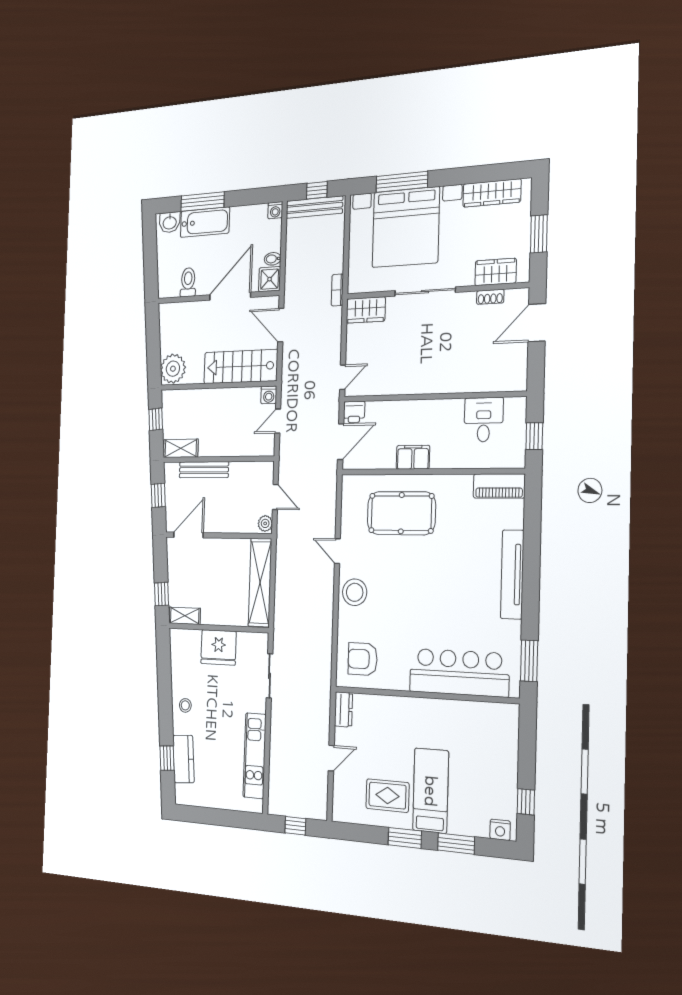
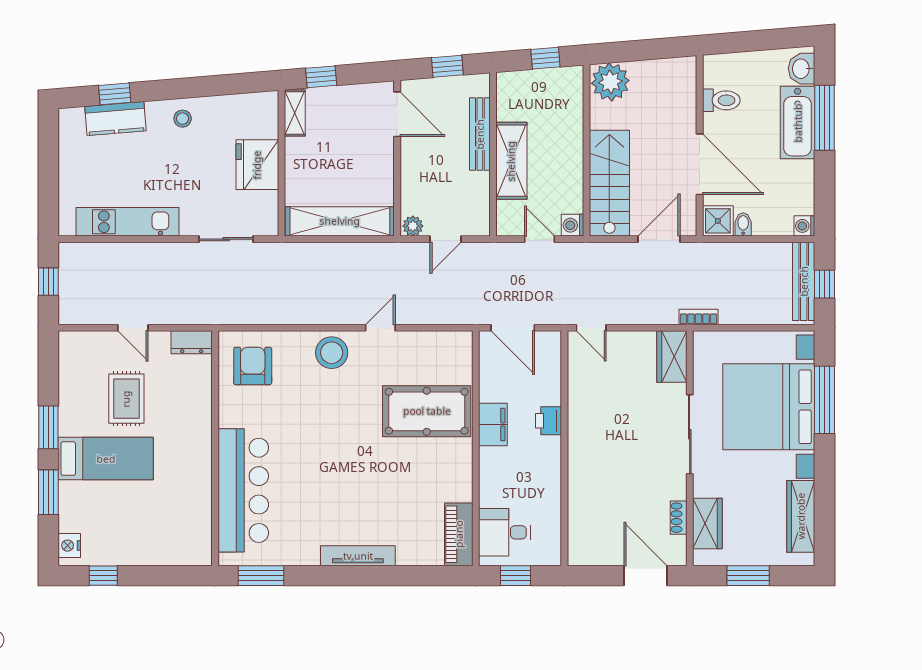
printer: (354, 412) -> (549, 421), moved
desk: (484, 420) -> (504, 532), moved, turned 180
shelving: (181, 448) -> (511, 161), moved, width x1.50, depth x1.33
pool table: (401, 513) -> (427, 411), turned 90
tv unit: (512, 574) -> (358, 556), width x0.73, depth x0.78
rug: (387, 796) -> (126, 399), moved

